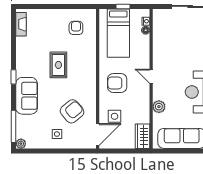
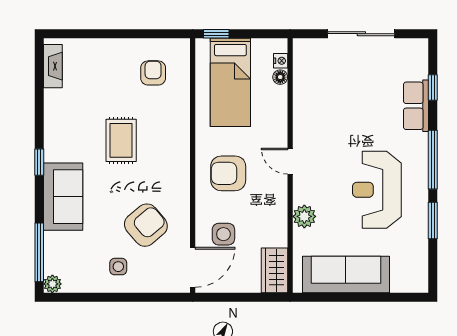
window: (123, 6) -> (216, 34), moved

